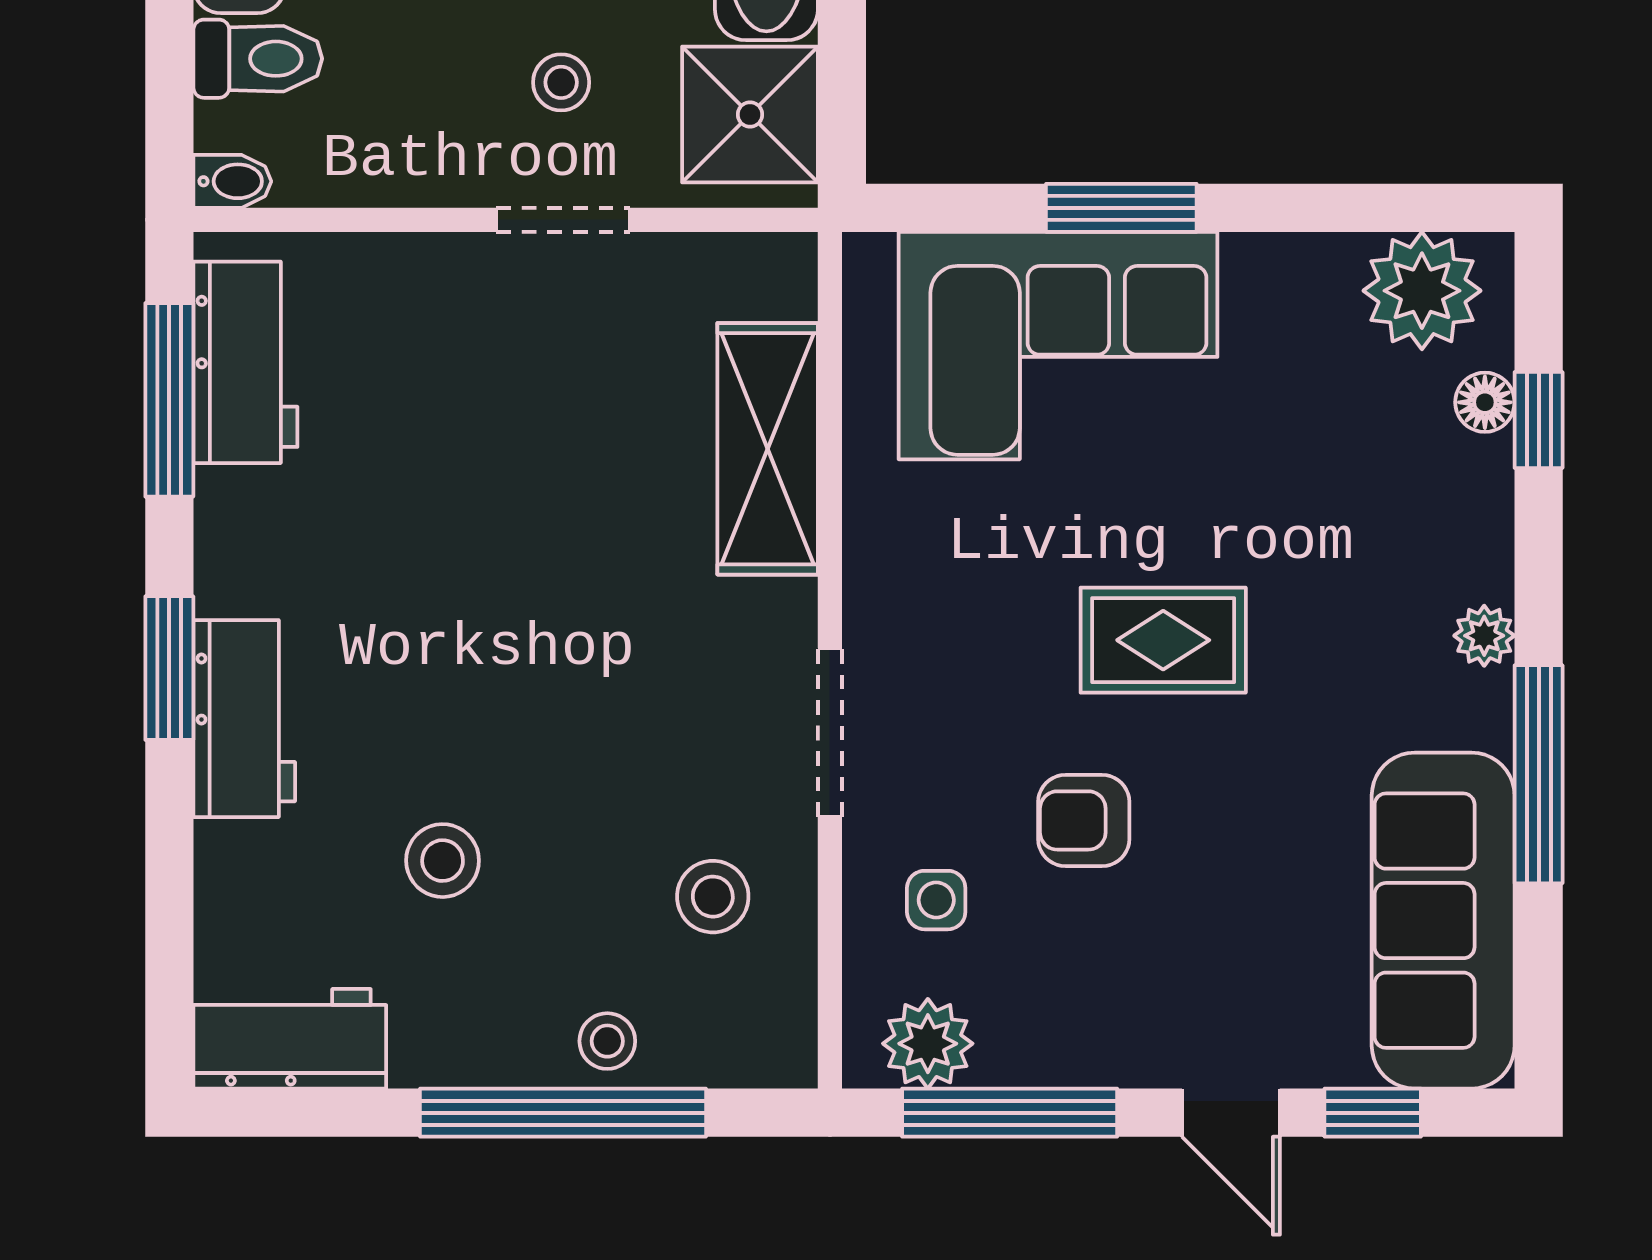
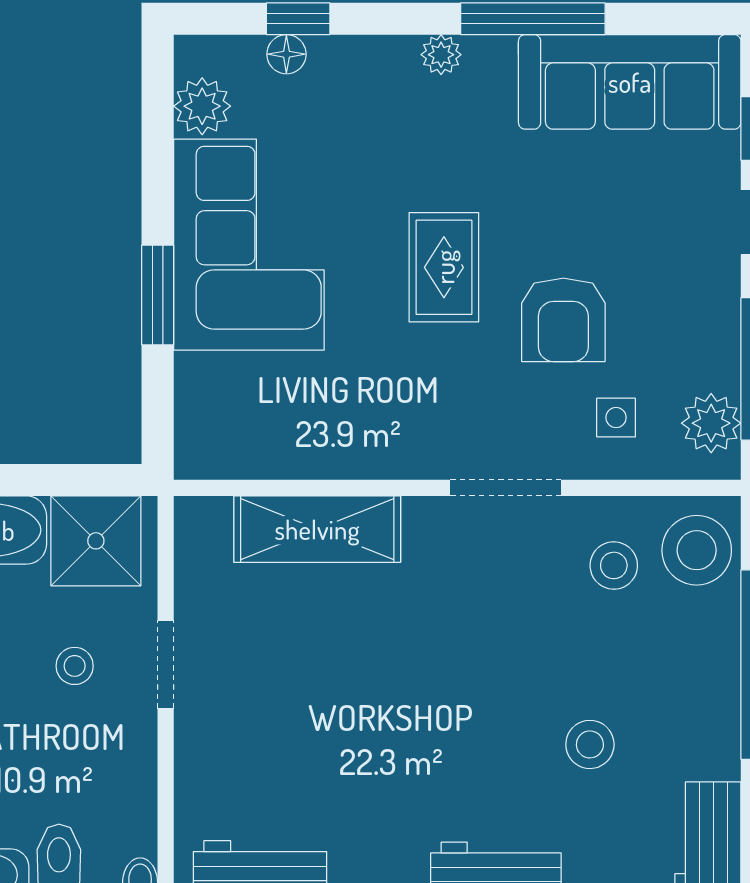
plant: (1422, 291) -> (202, 106), width x0.73, depth x0.73
corner sofa: (1058, 346) -> (249, 245), moved
armchair: (1084, 820) -> (563, 320), width x1.38, depth x1.38
stool: (607, 1041) -> (697, 550), moved, width x1.89, depth x1.89

